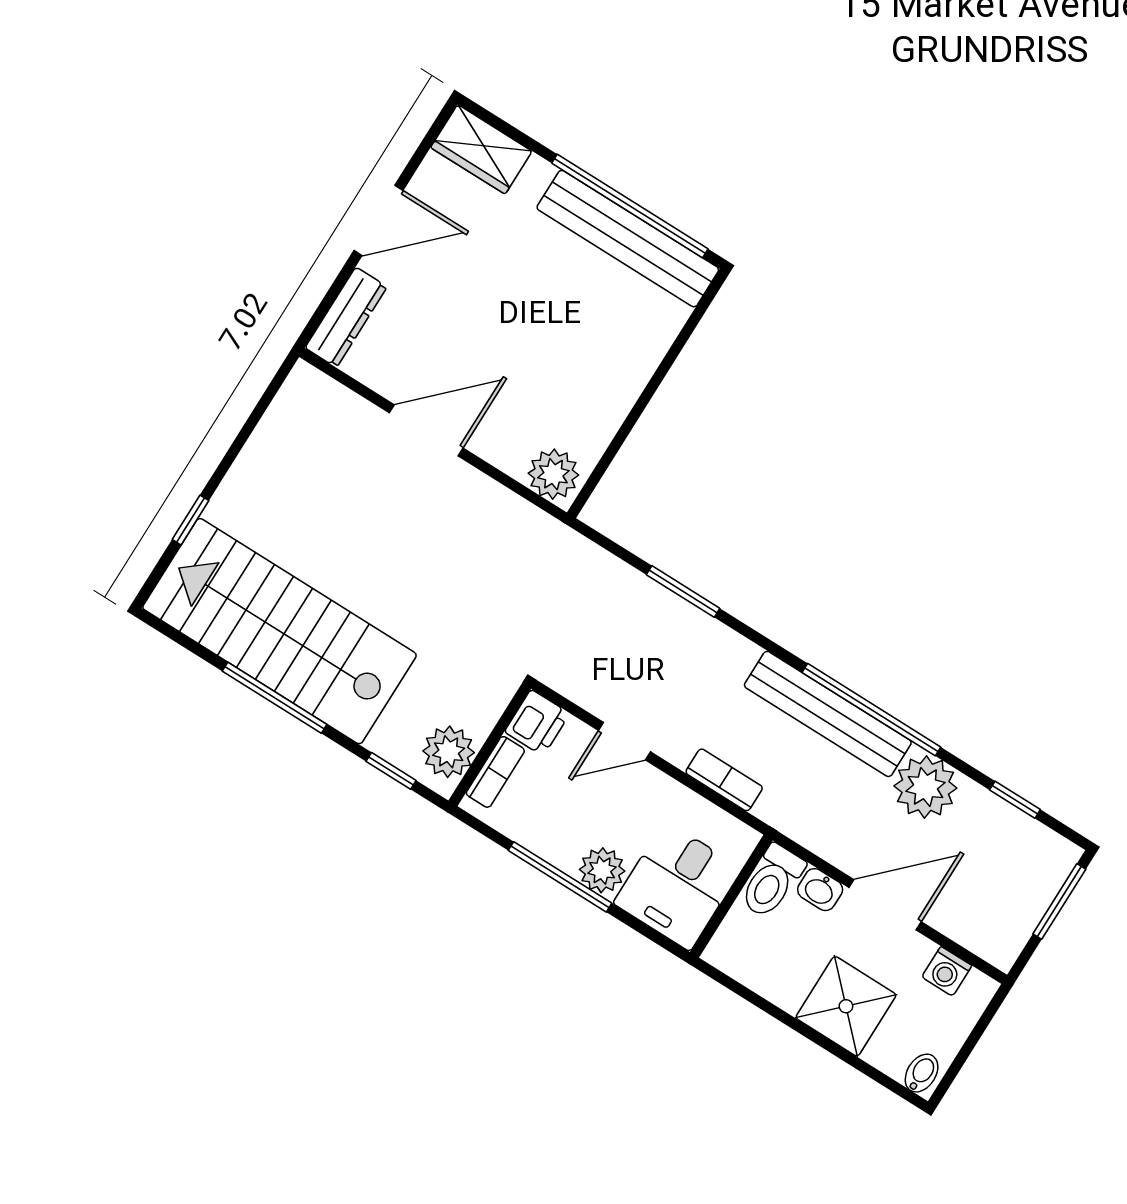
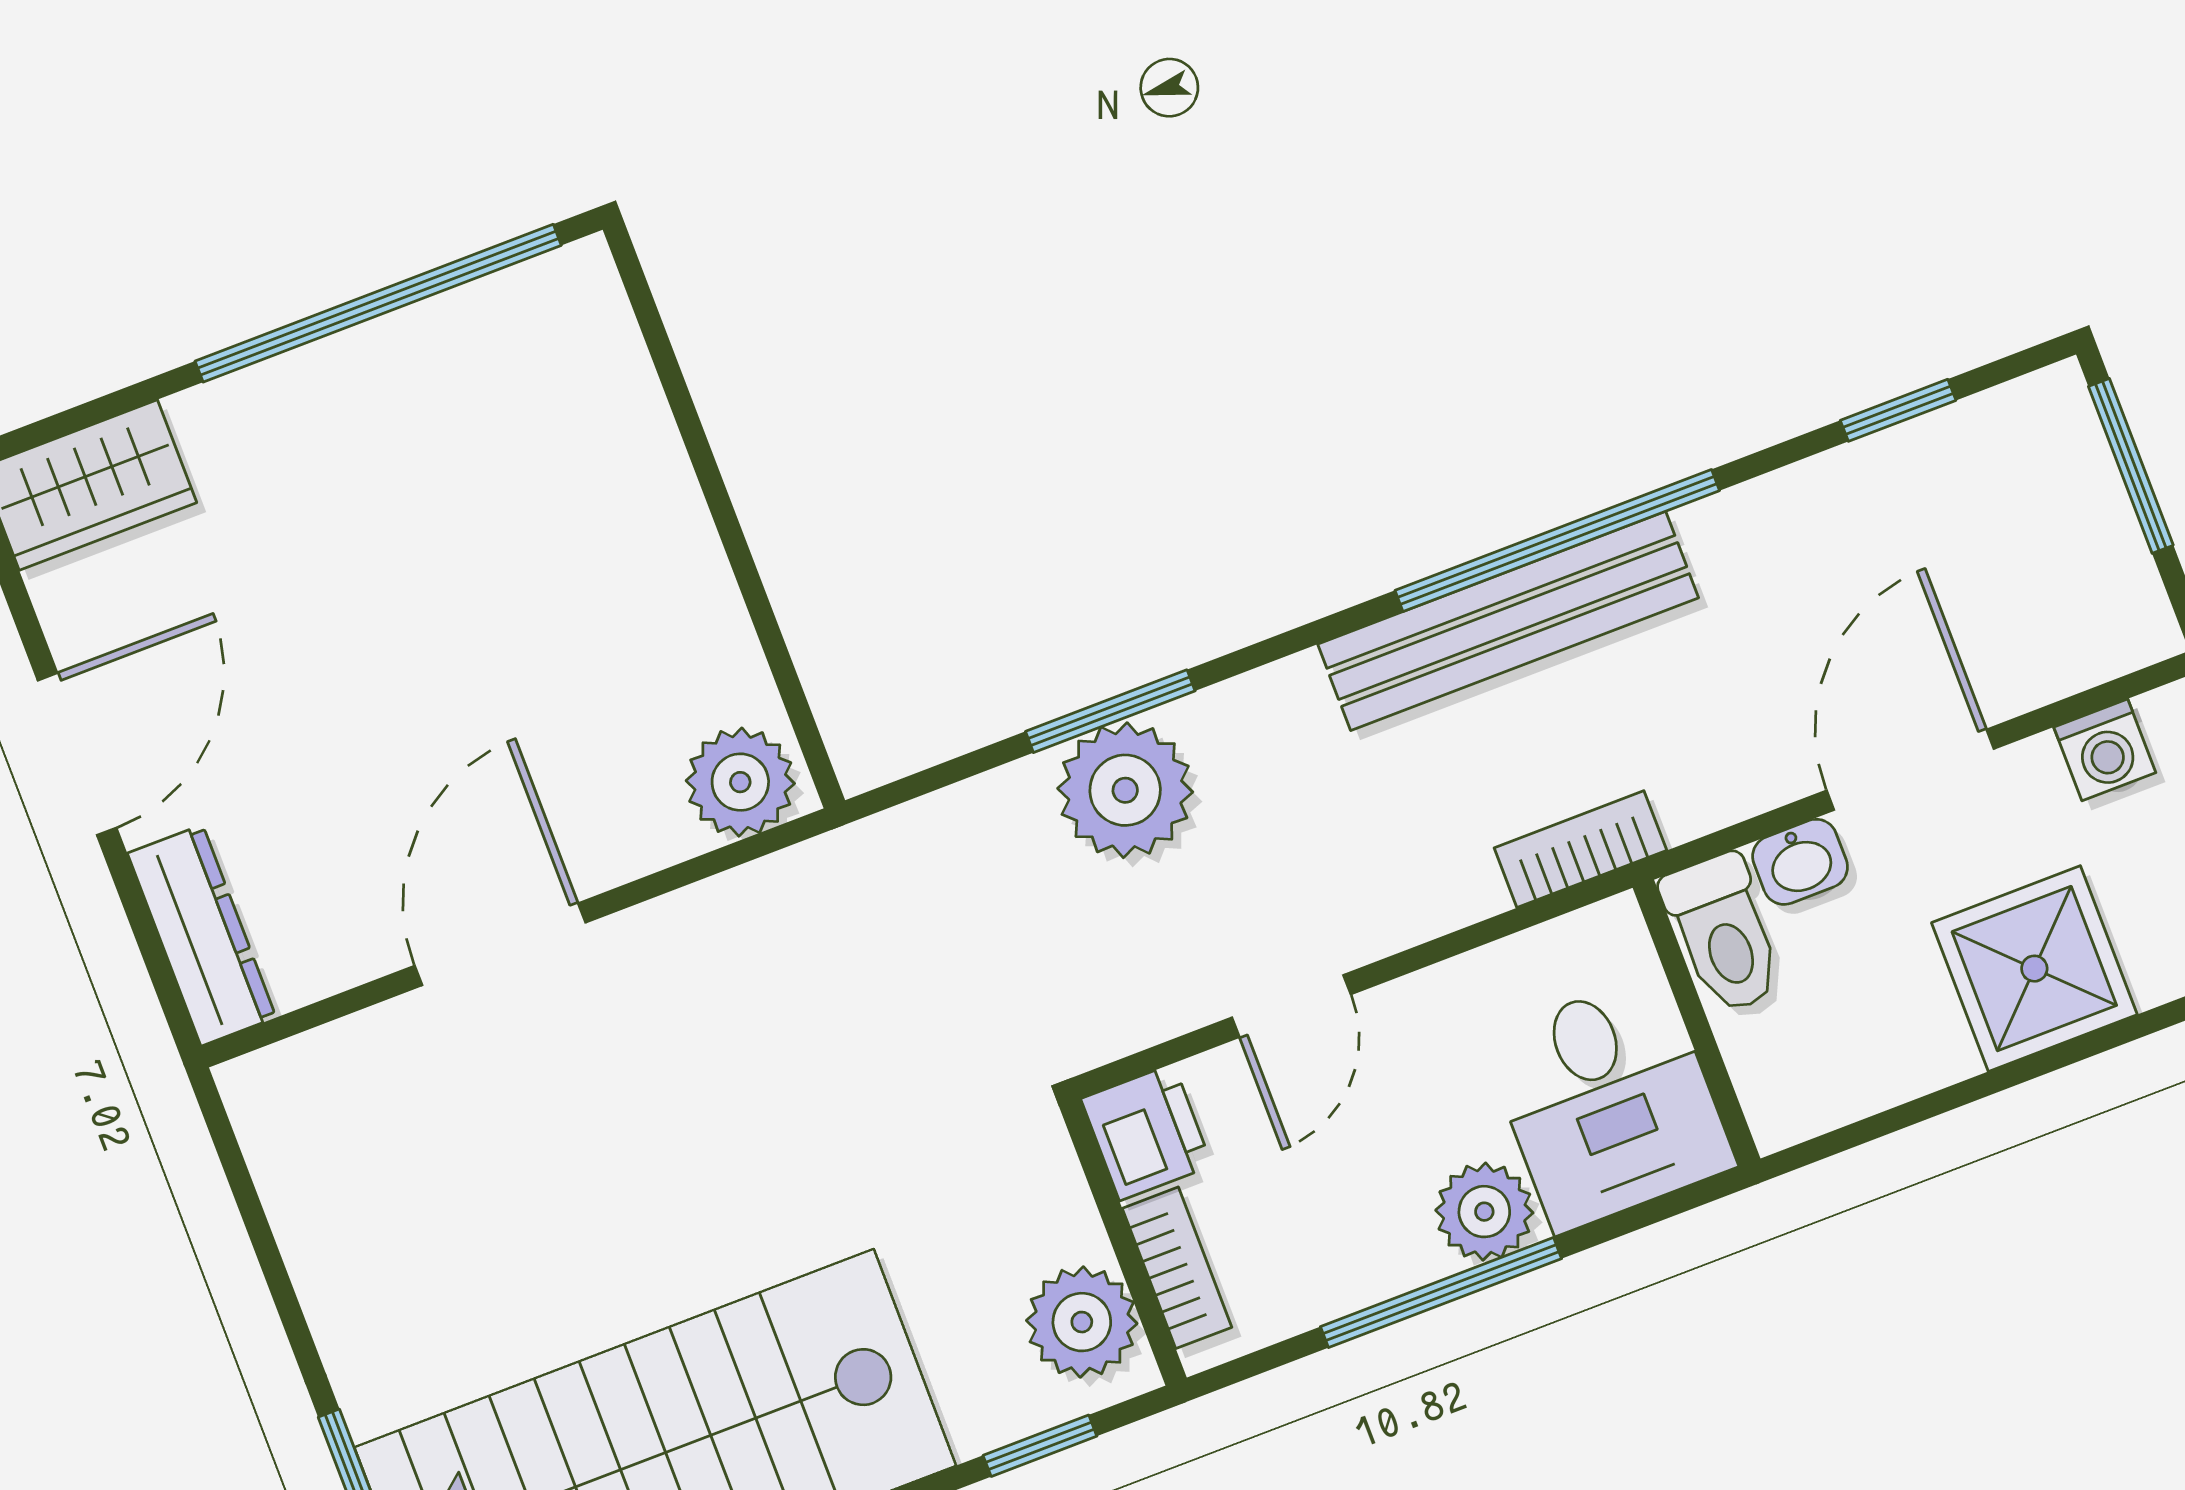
bench: (628, 239) -> (432, 349), removed
bookcase: (724, 780) -> (1580, 849), moved
plant: (925, 787) -> (1125, 790), moved

